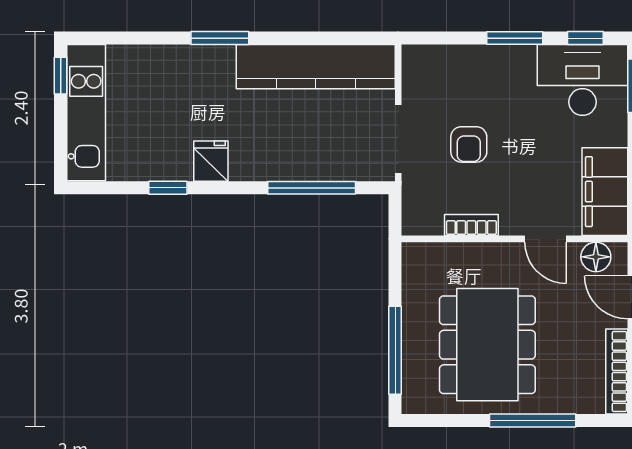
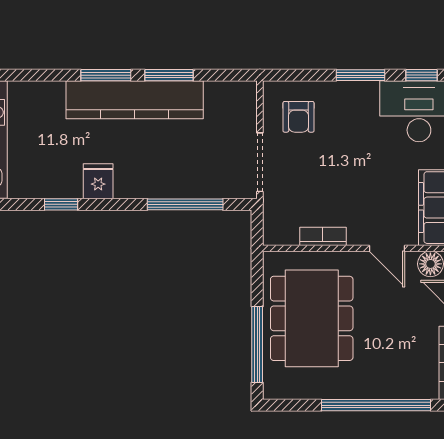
window: (293, 38) -> (169, 75), added
kitchen counter: (316, 67) -> (135, 100), moved
armchair: (469, 144) -> (299, 117), moved
dining table: (487, 345) -> (312, 318), moved
window: (533, 420) -> (376, 405), width x1.46

